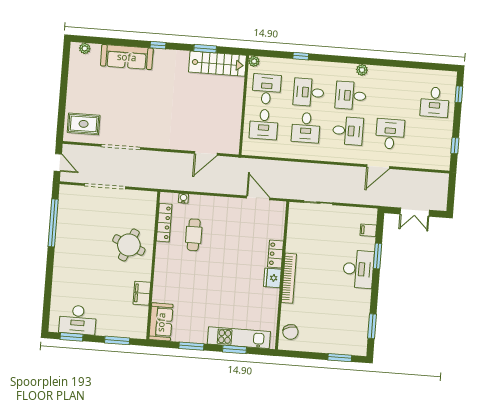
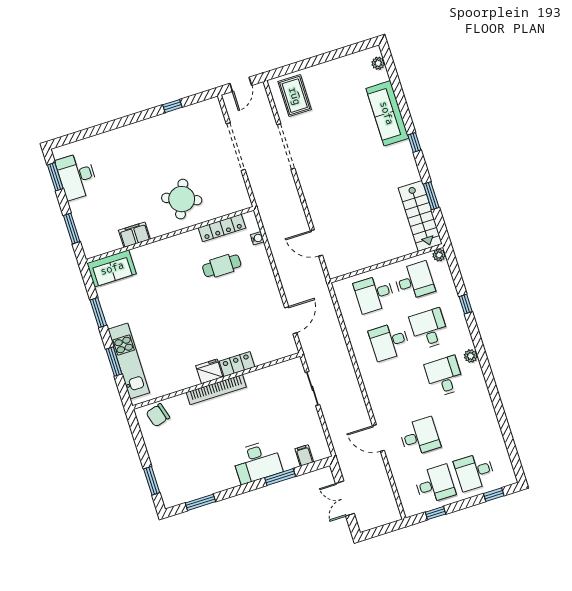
plant: (362, 70) -> (471, 356), moved
desk: (348, 131) -> (435, 484), moved, turned -90
window: (53, 223) -> (172, 106), width x0.32

